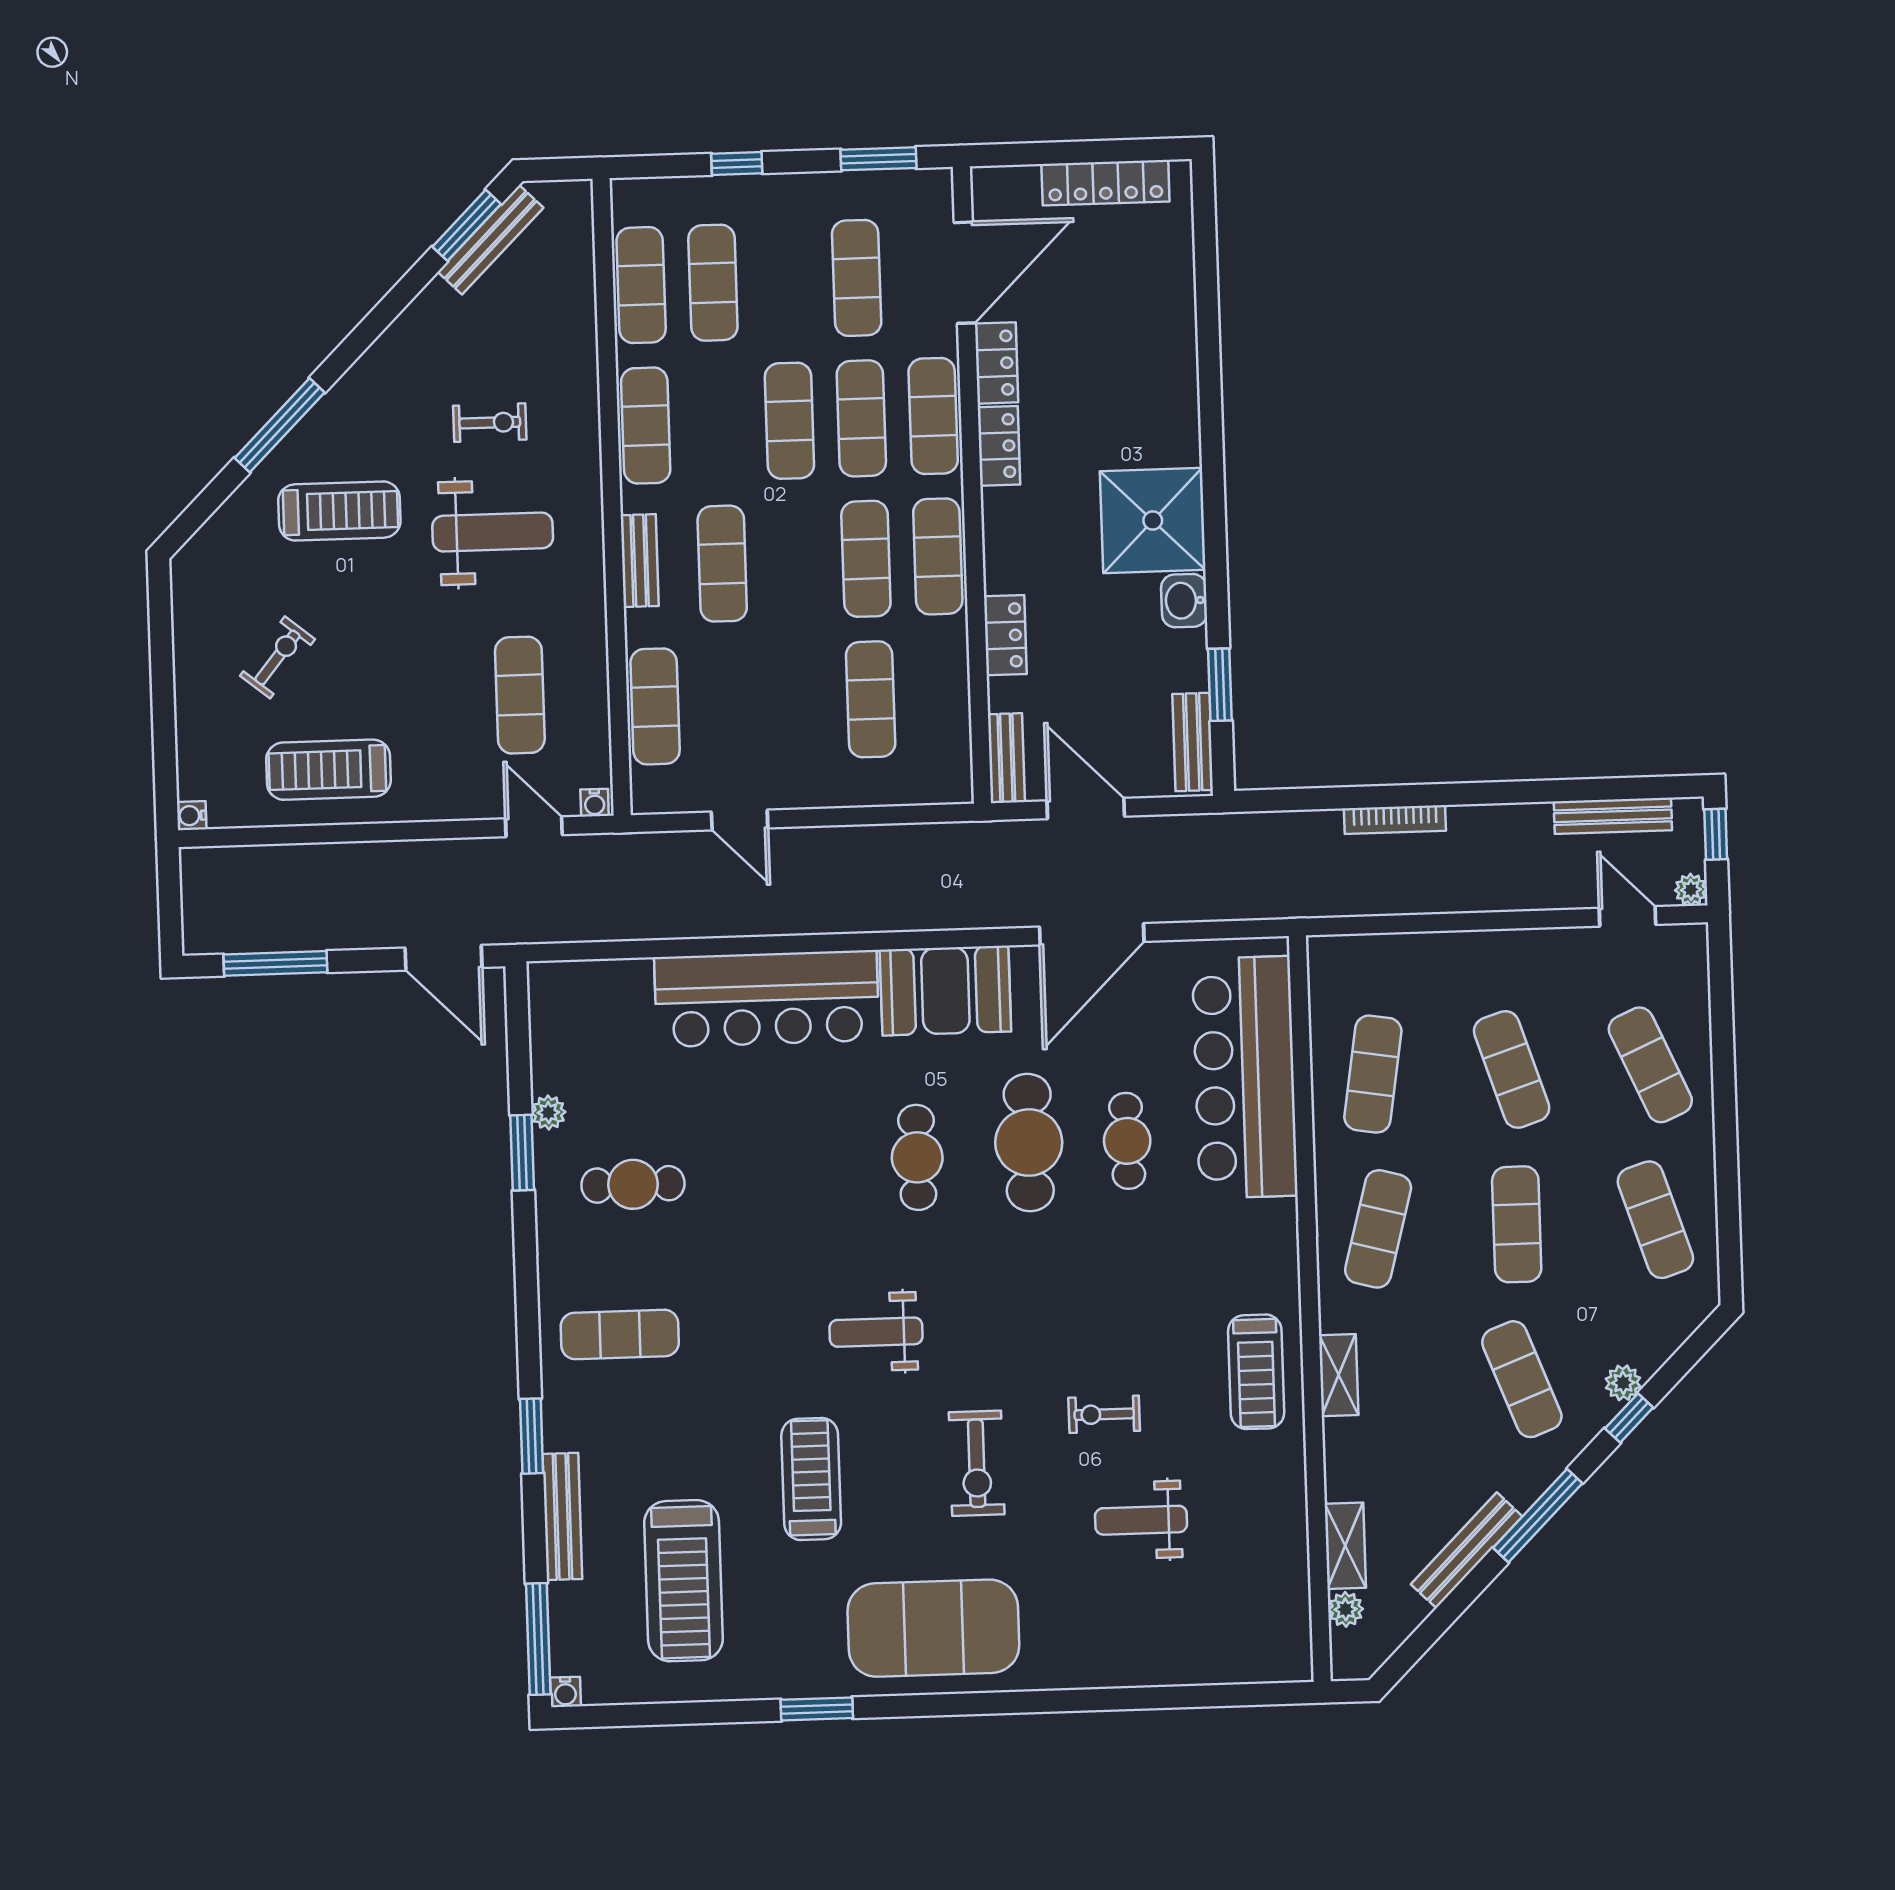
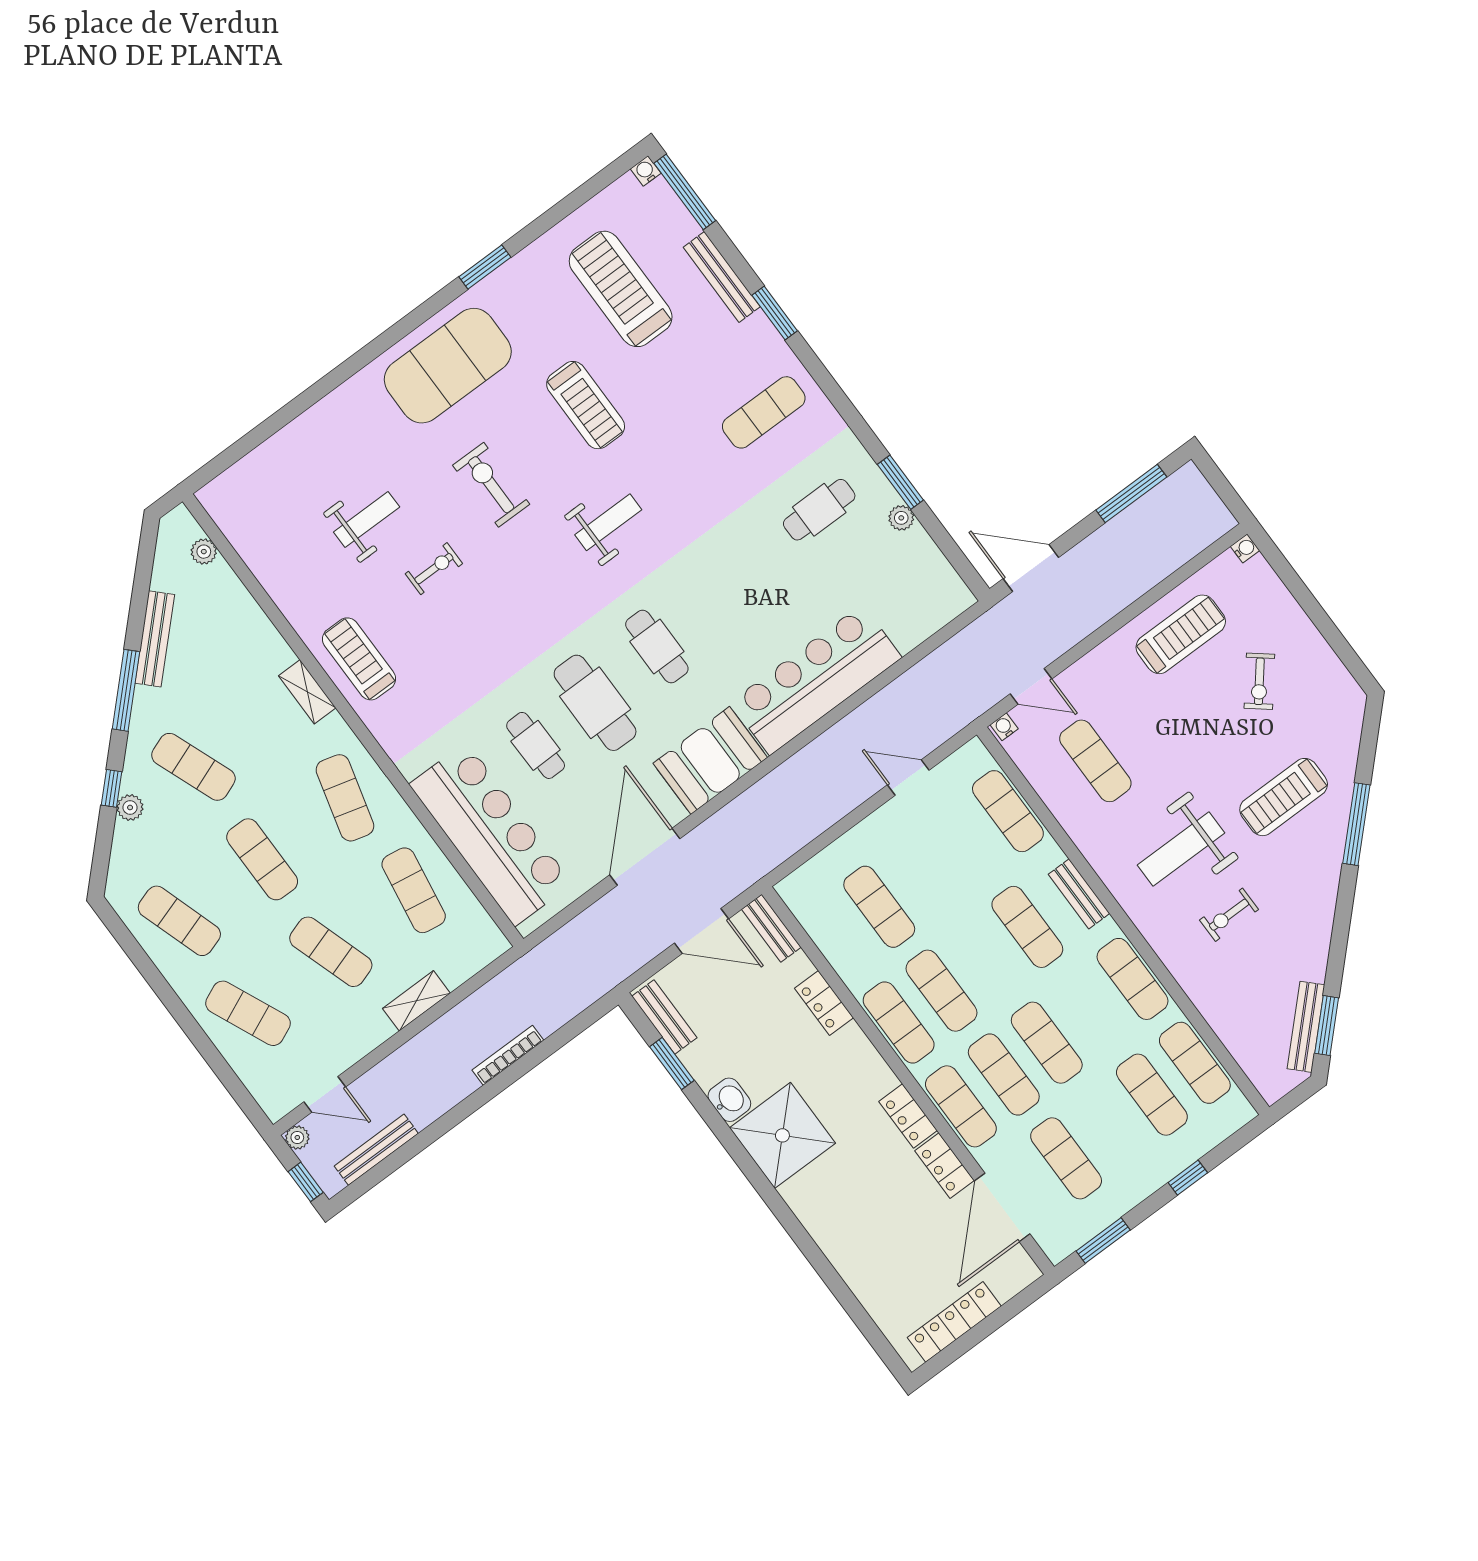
shelving: (1345, 1546) -> (416, 1001), moved, turned 90

